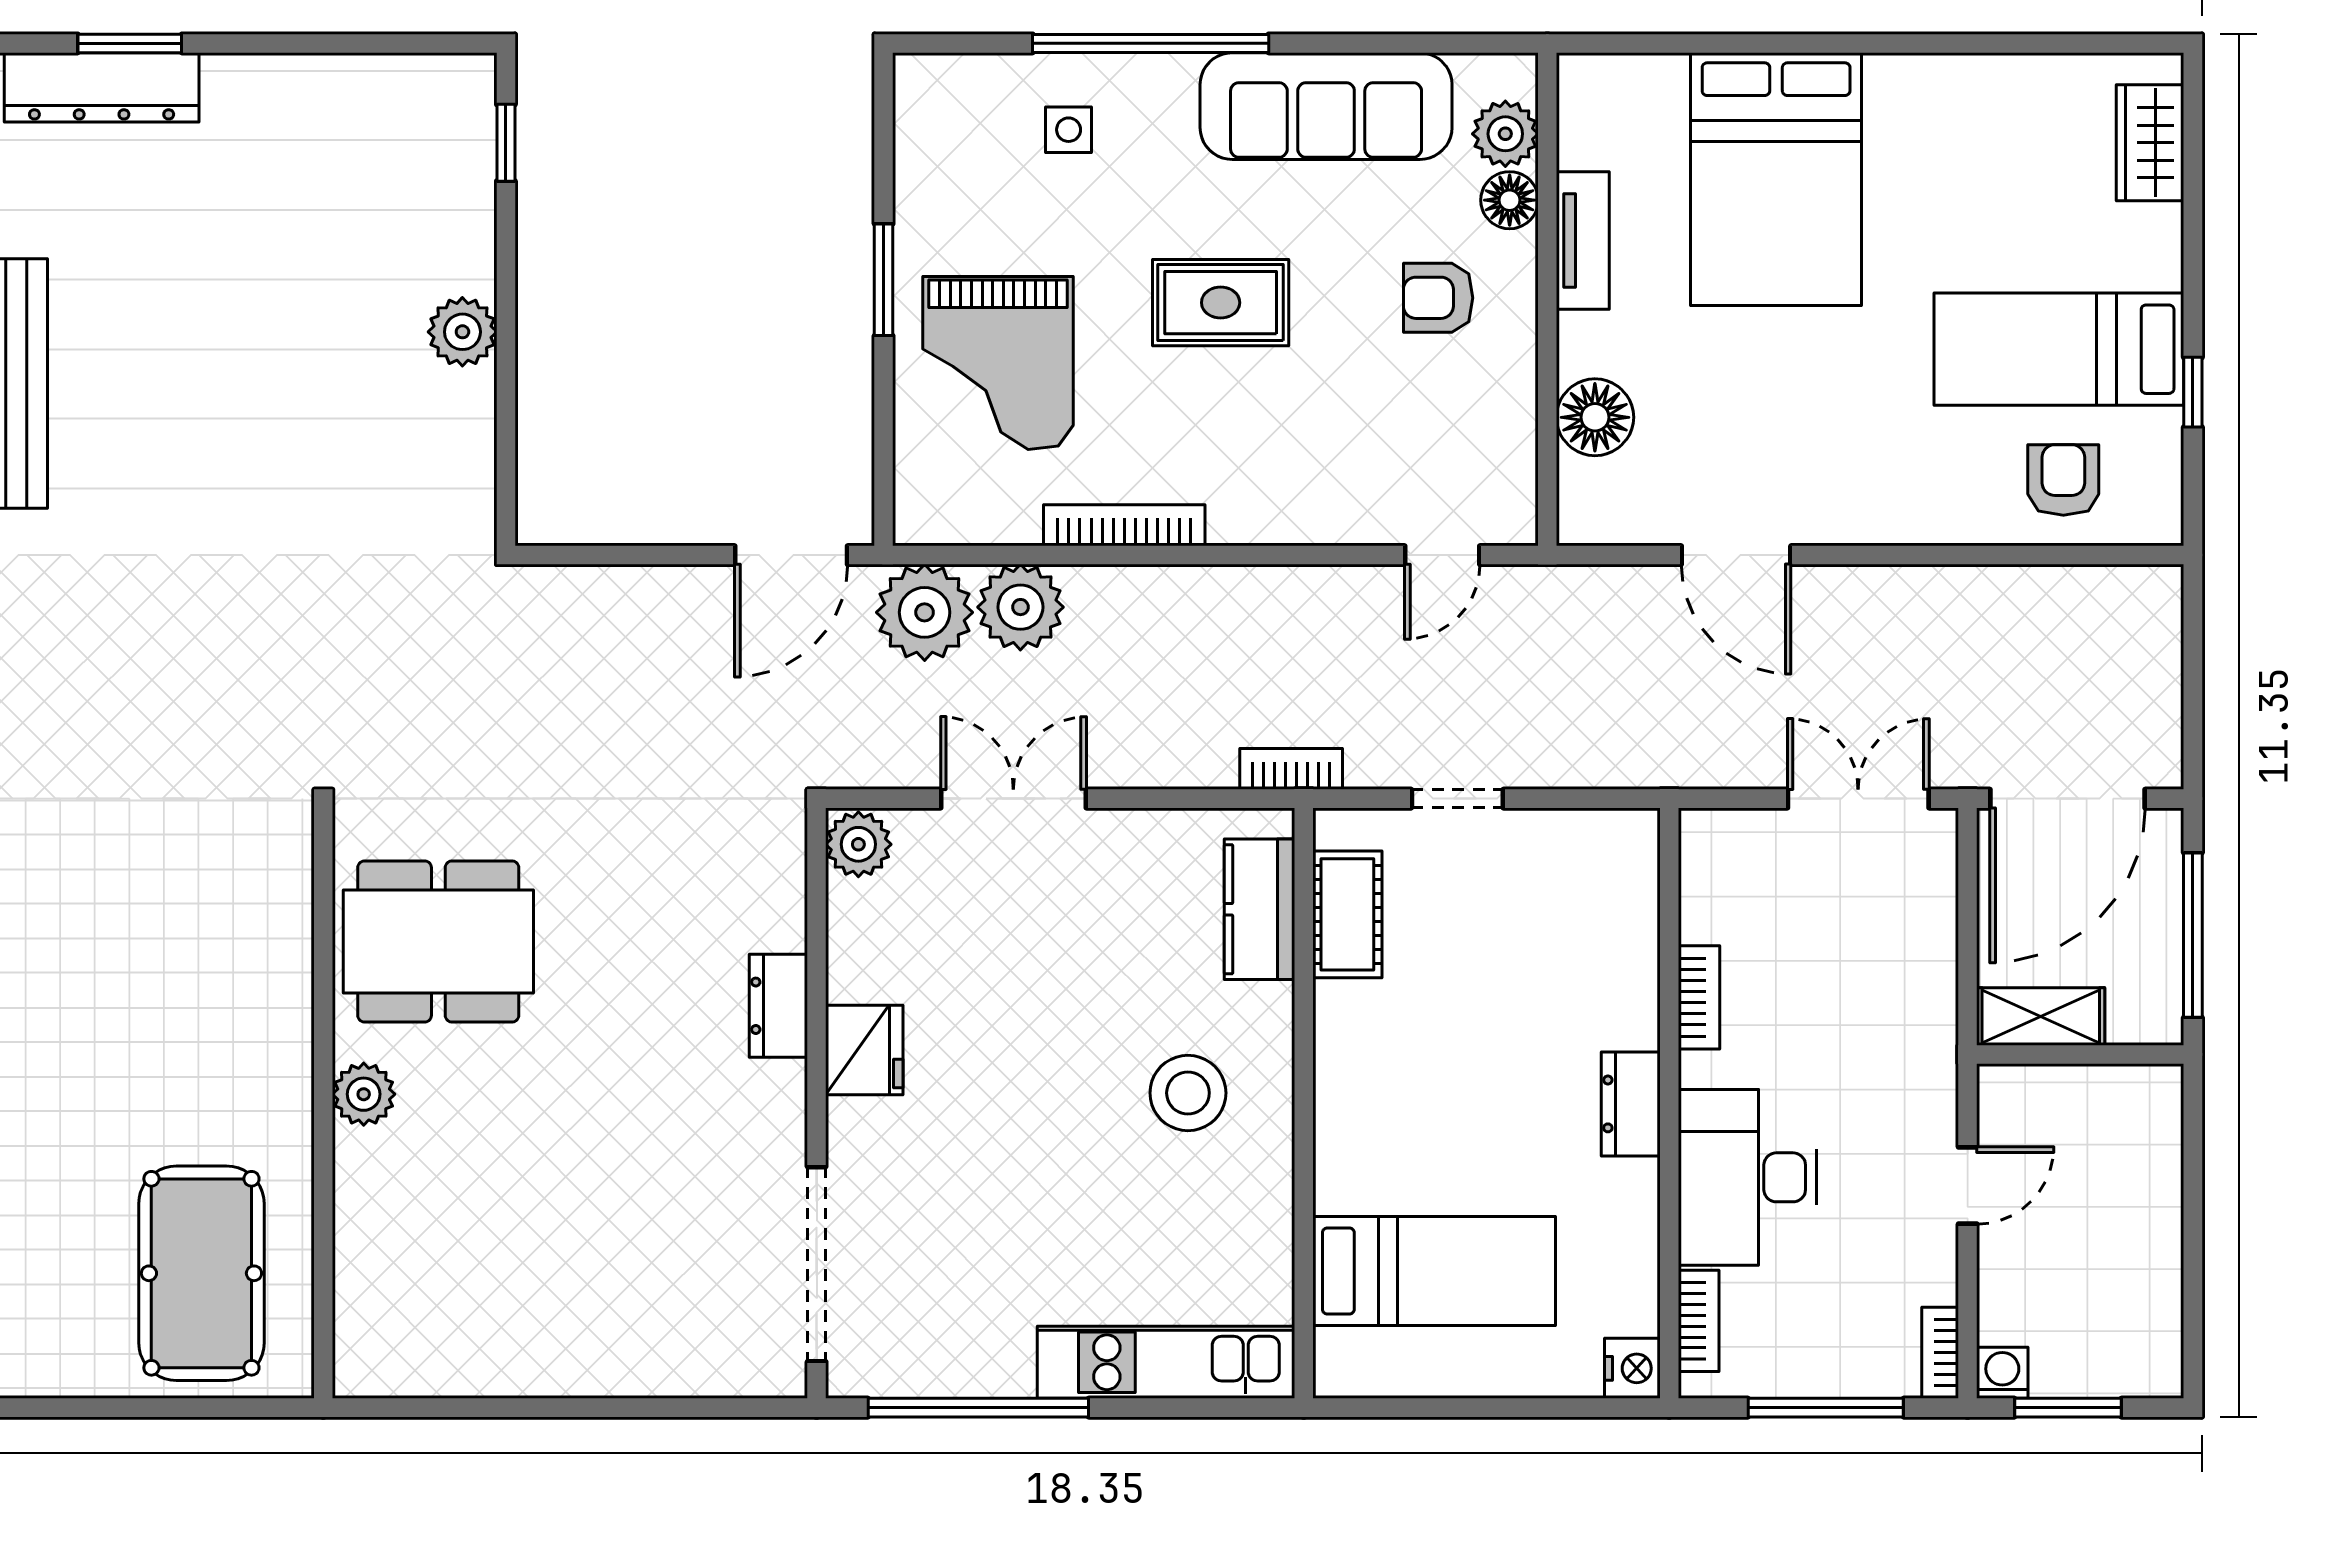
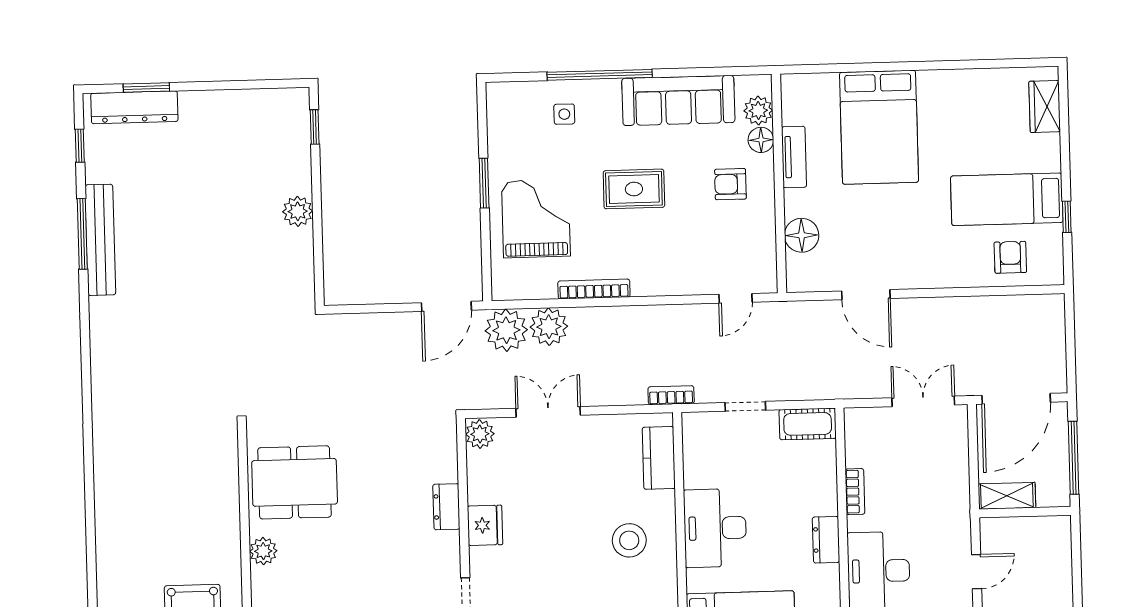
grand piano: (998, 363) -> (536, 219), turned 180
cot: (1347, 914) -> (808, 424), moved, turned 90
desk: (1382, 1071) -> (715, 528), added

